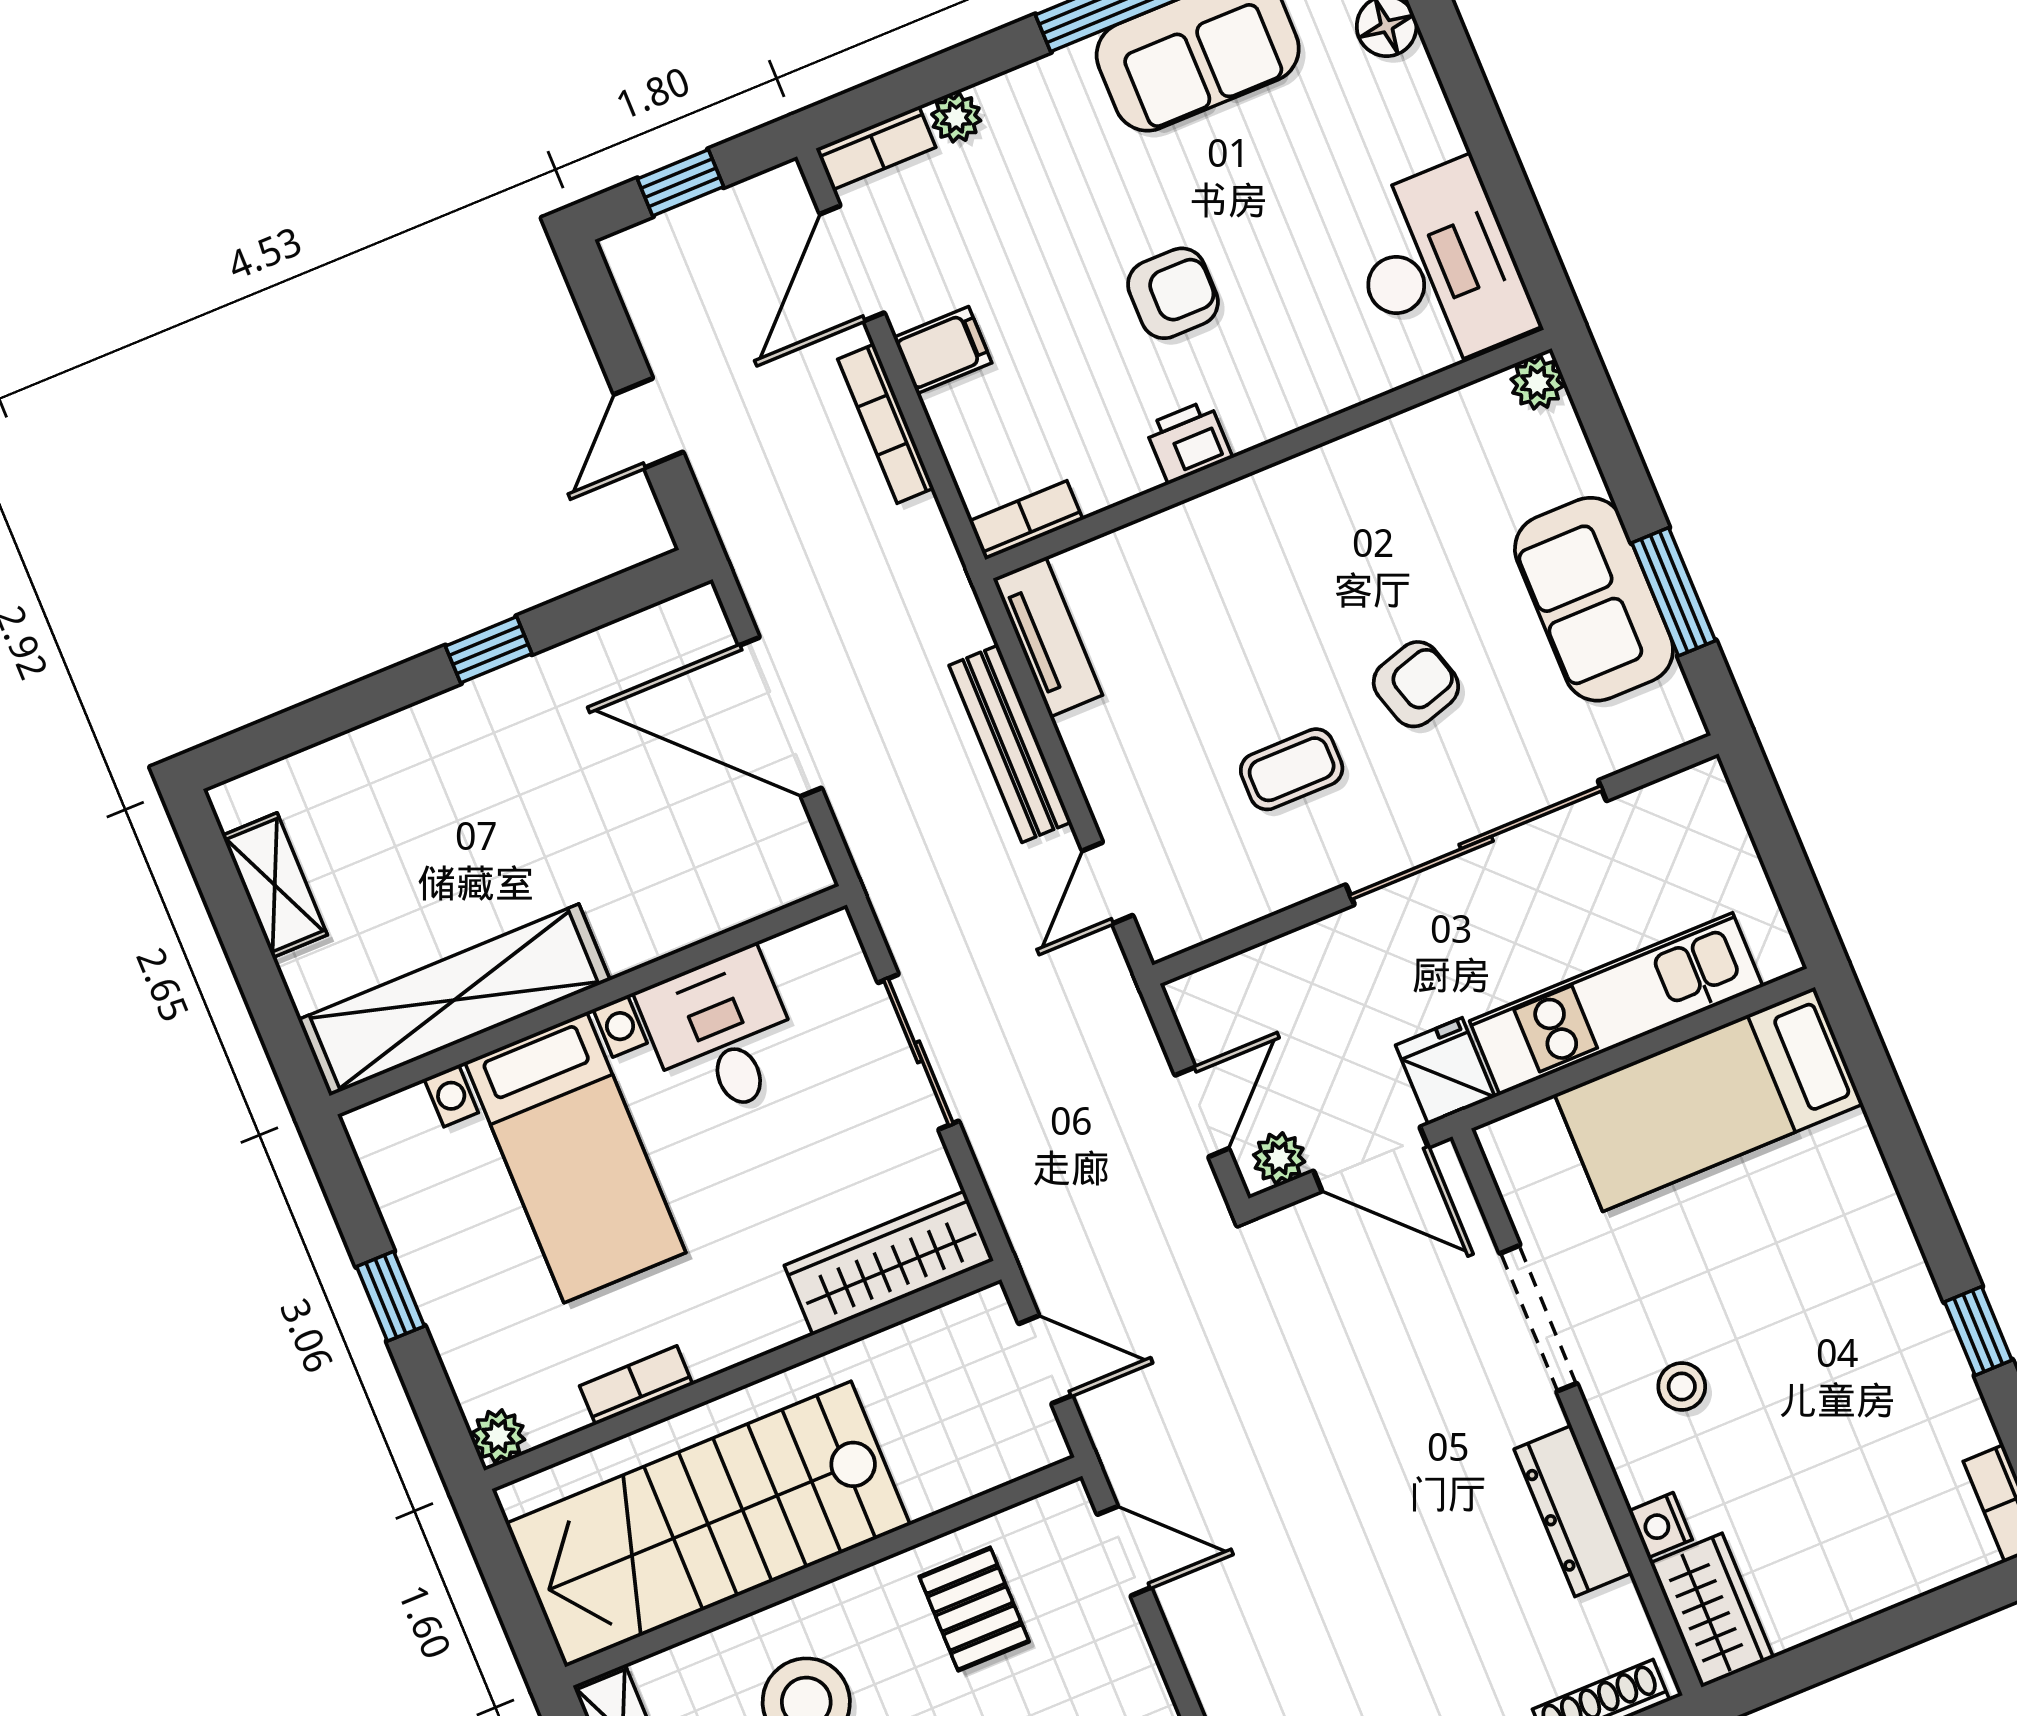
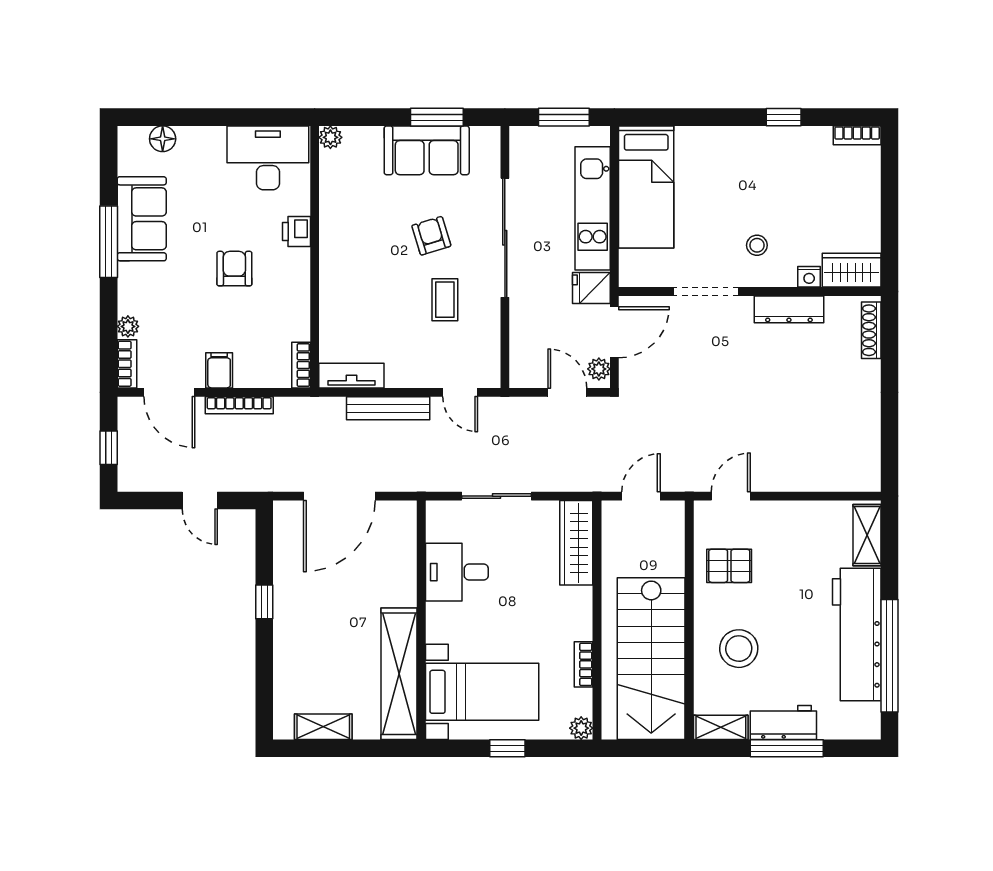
printer: (1189, 442) -> (297, 232), moved
window: (1785, 862) -> (564, 117), added
bed with nightstands: (575, 1157) -> (482, 692), moved

